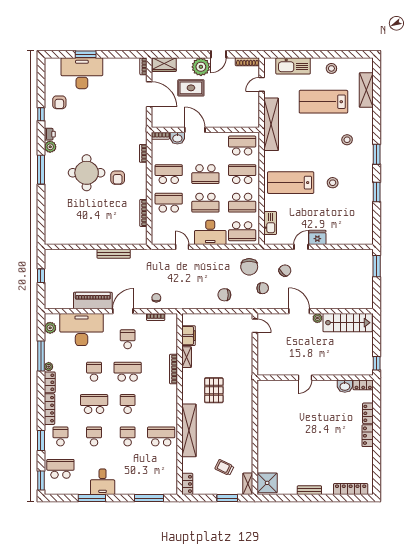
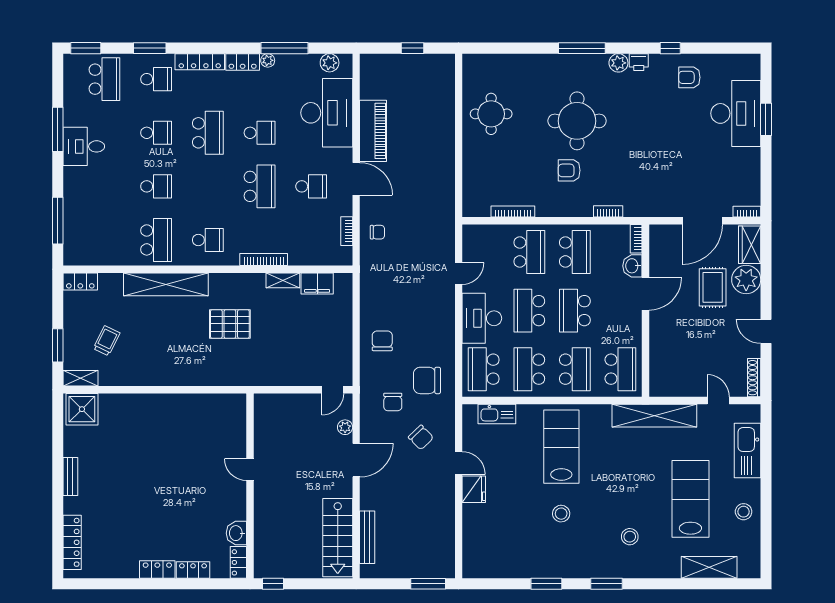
plant: (201, 67) -> (746, 280), moved
round table: (82, 227) -> (491, 114), added
bench: (114, 254) -> (367, 537), moved
plant: (317, 318) -> (345, 427), moved
school desk: (128, 404) -> (208, 240), moved

